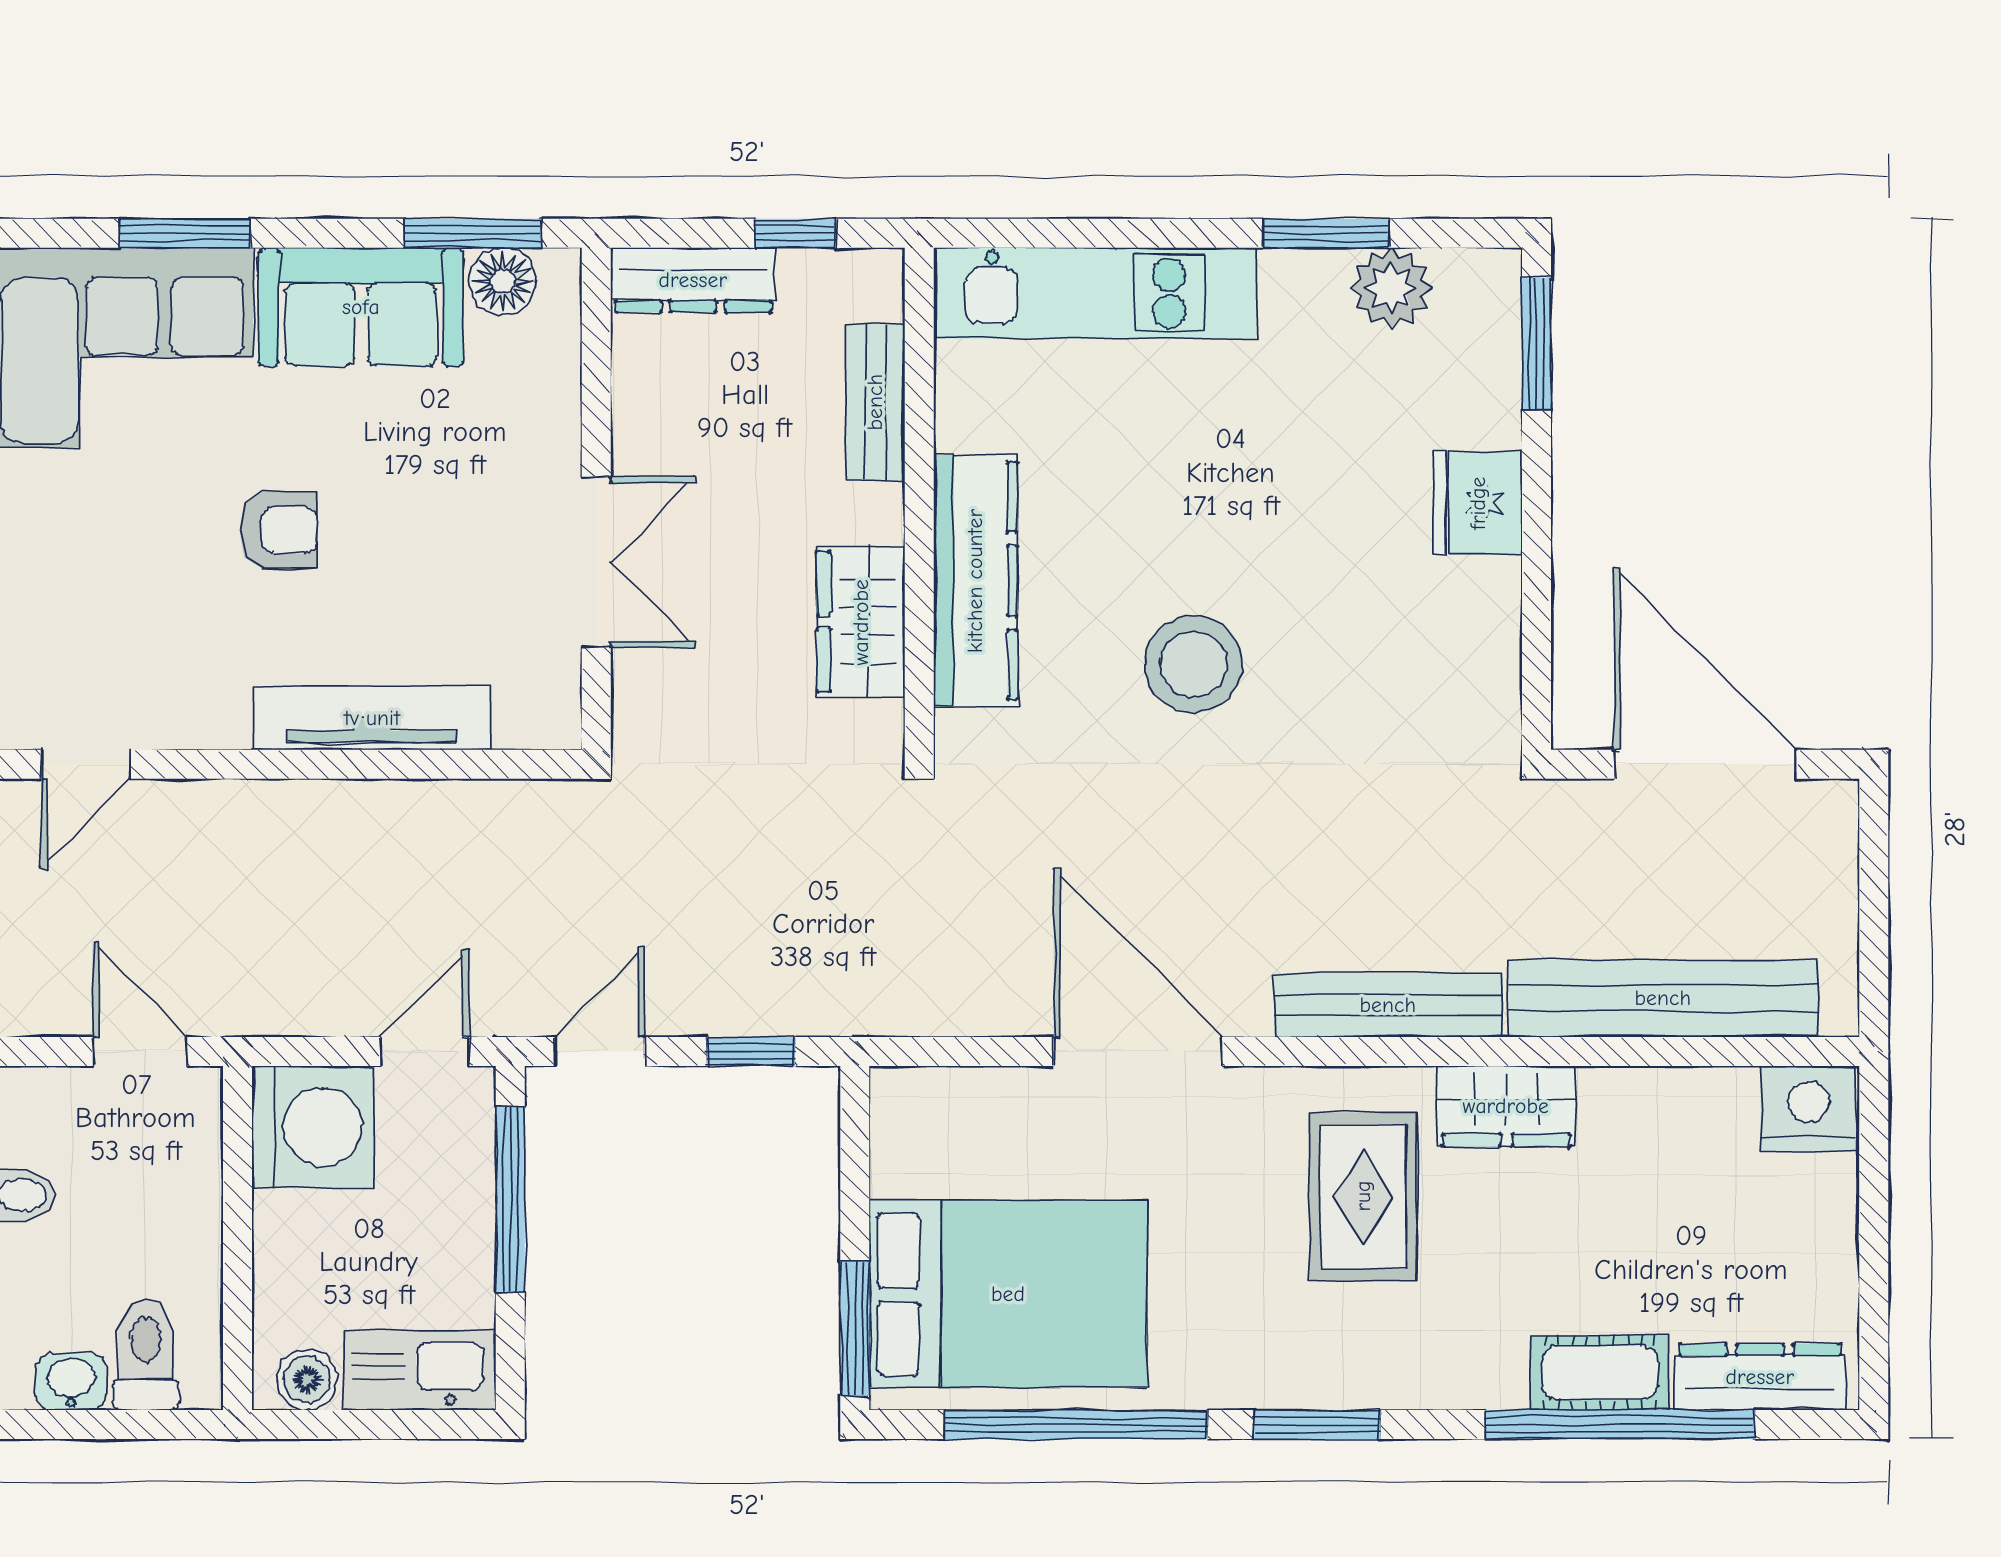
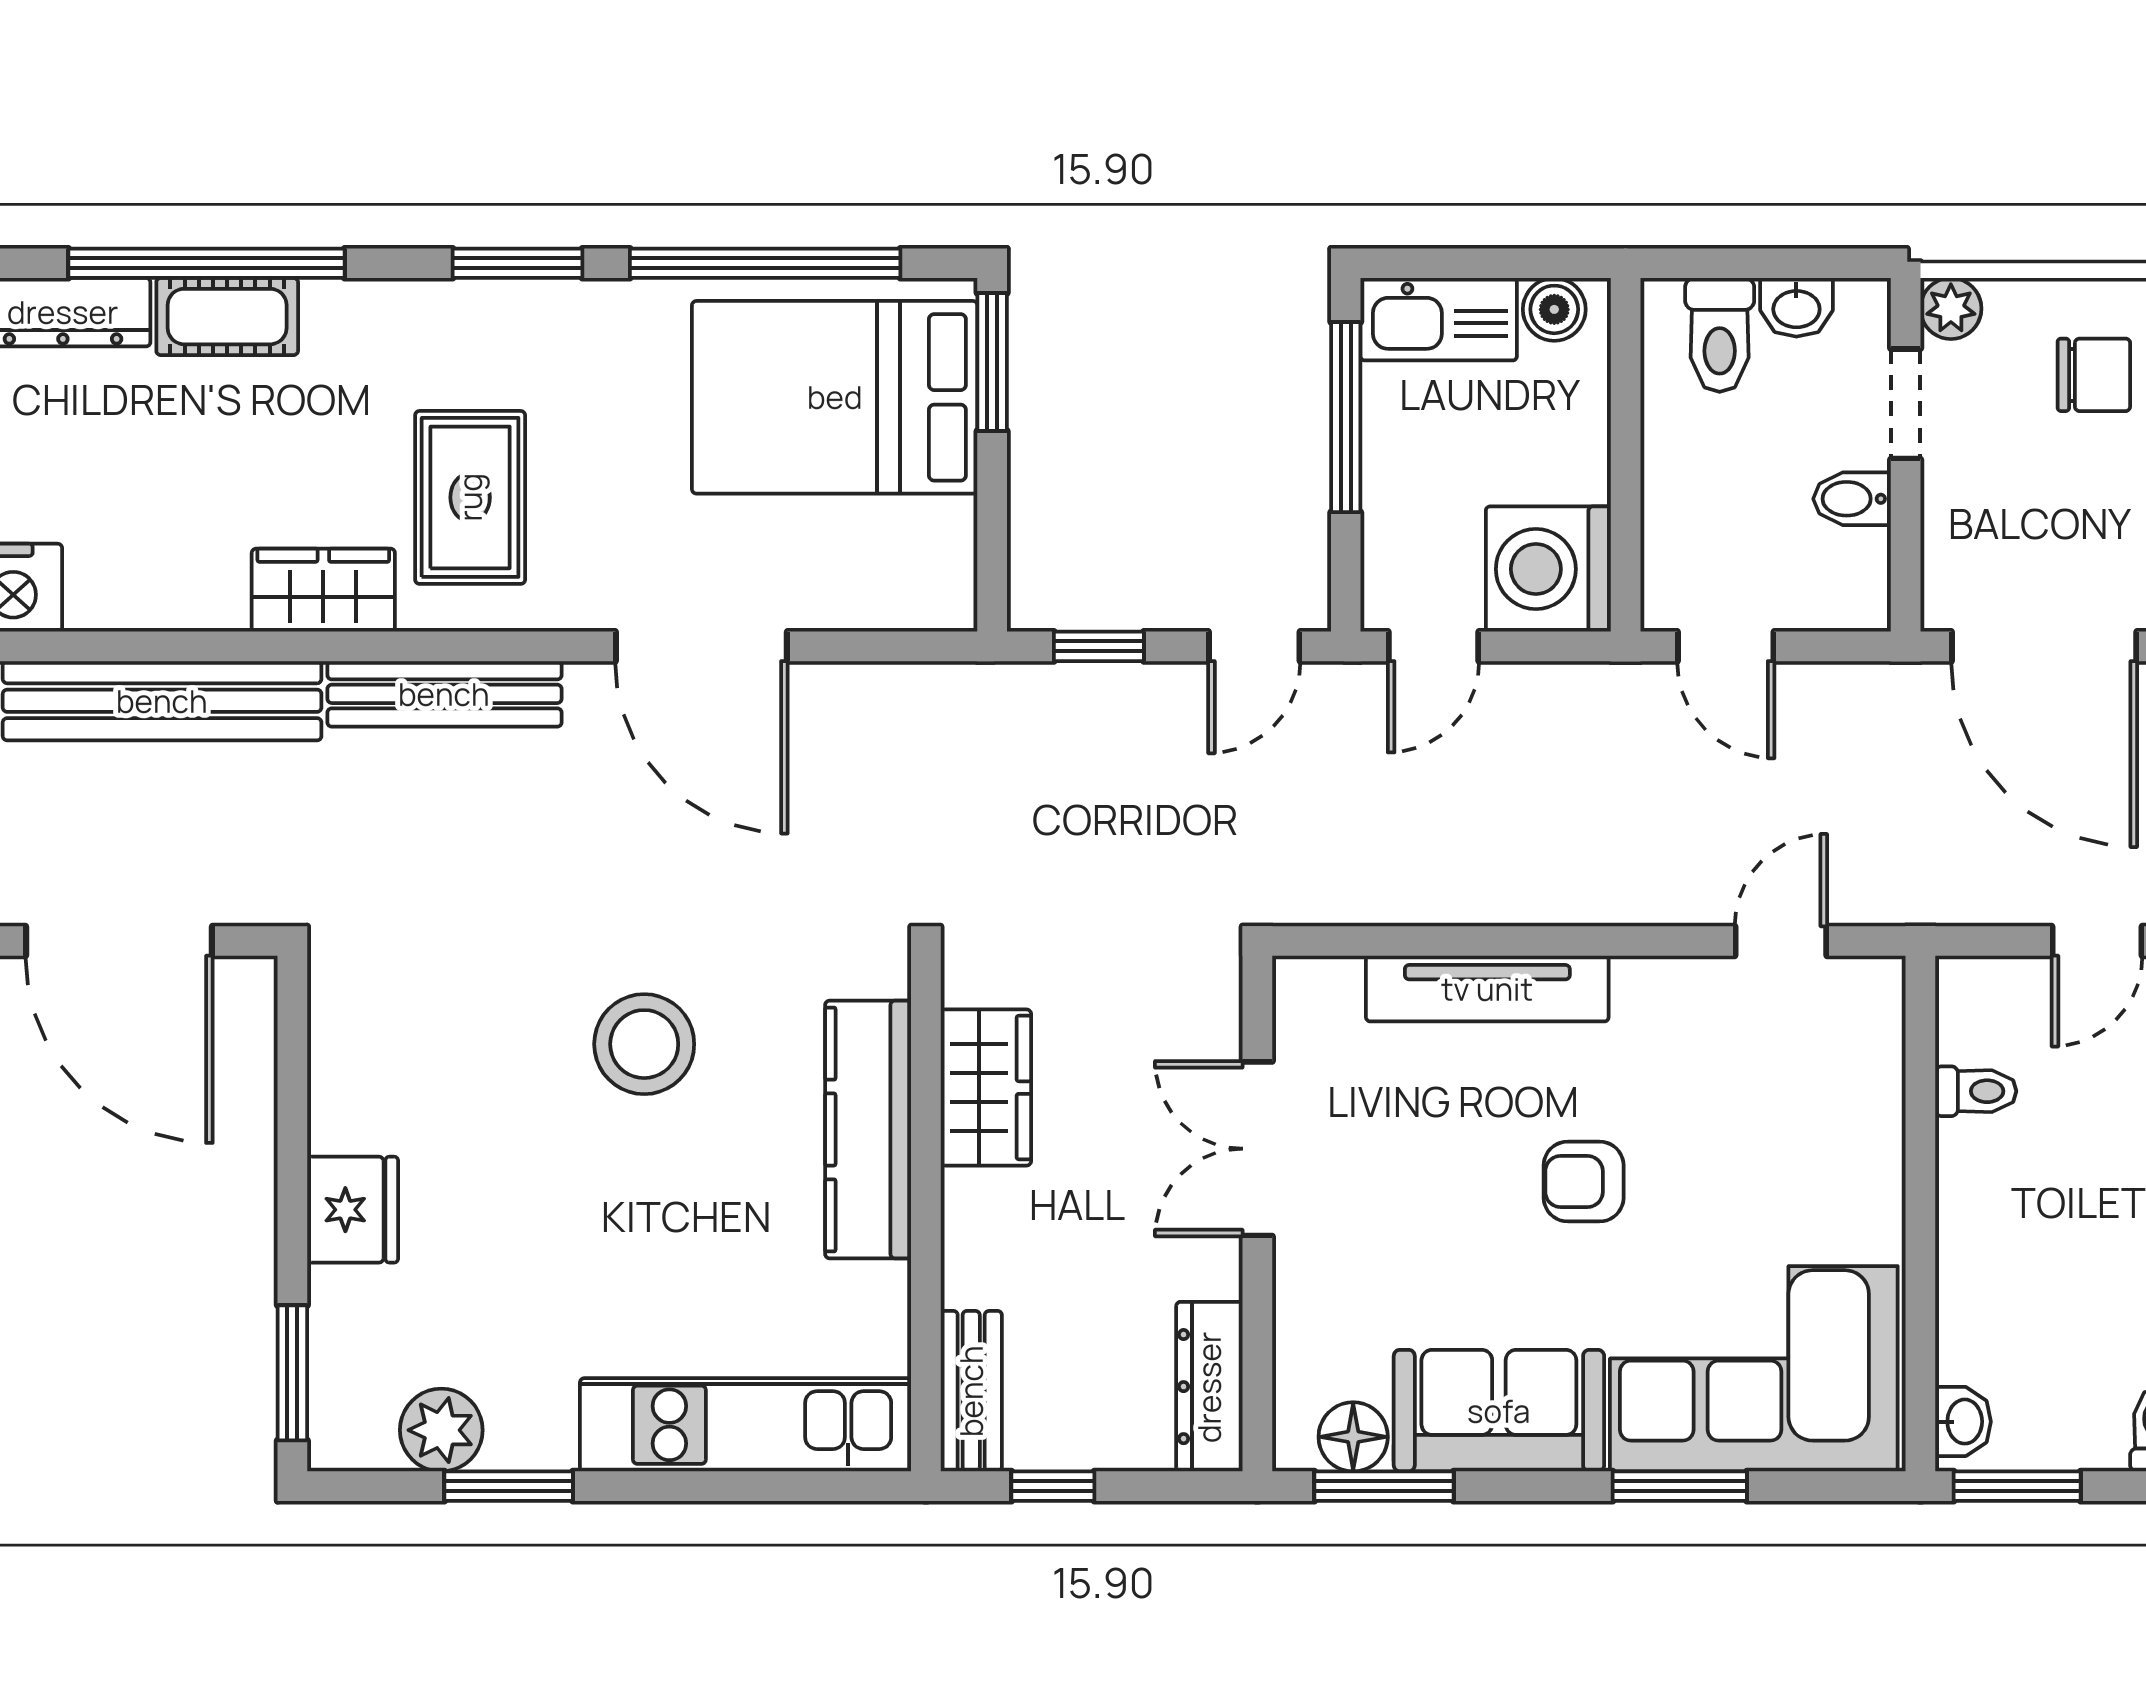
dresser: (693, 280) -> (1209, 1387), moved, turned -90
bench: (875, 402) -> (971, 1391), moved
window: (510, 1199) -> (1346, 417), moved

